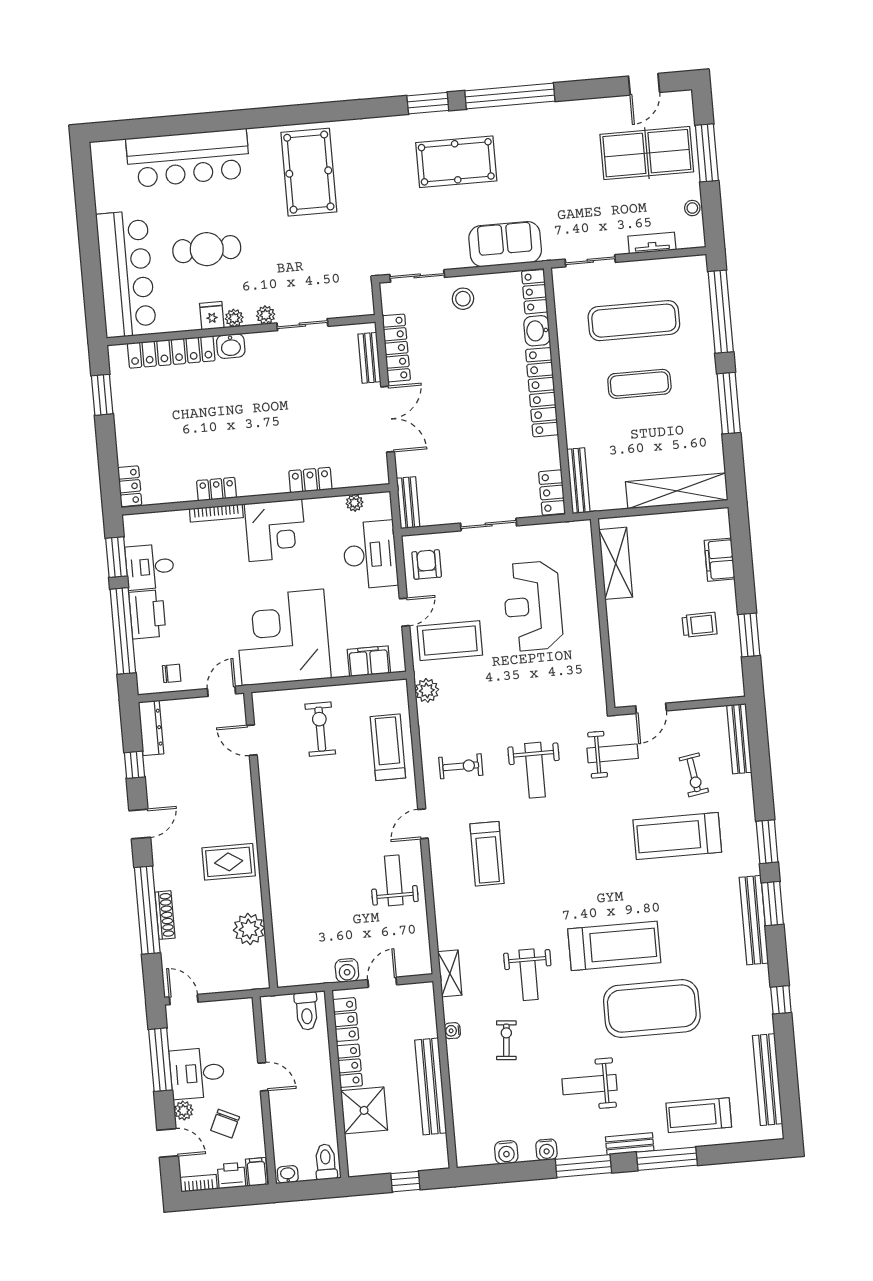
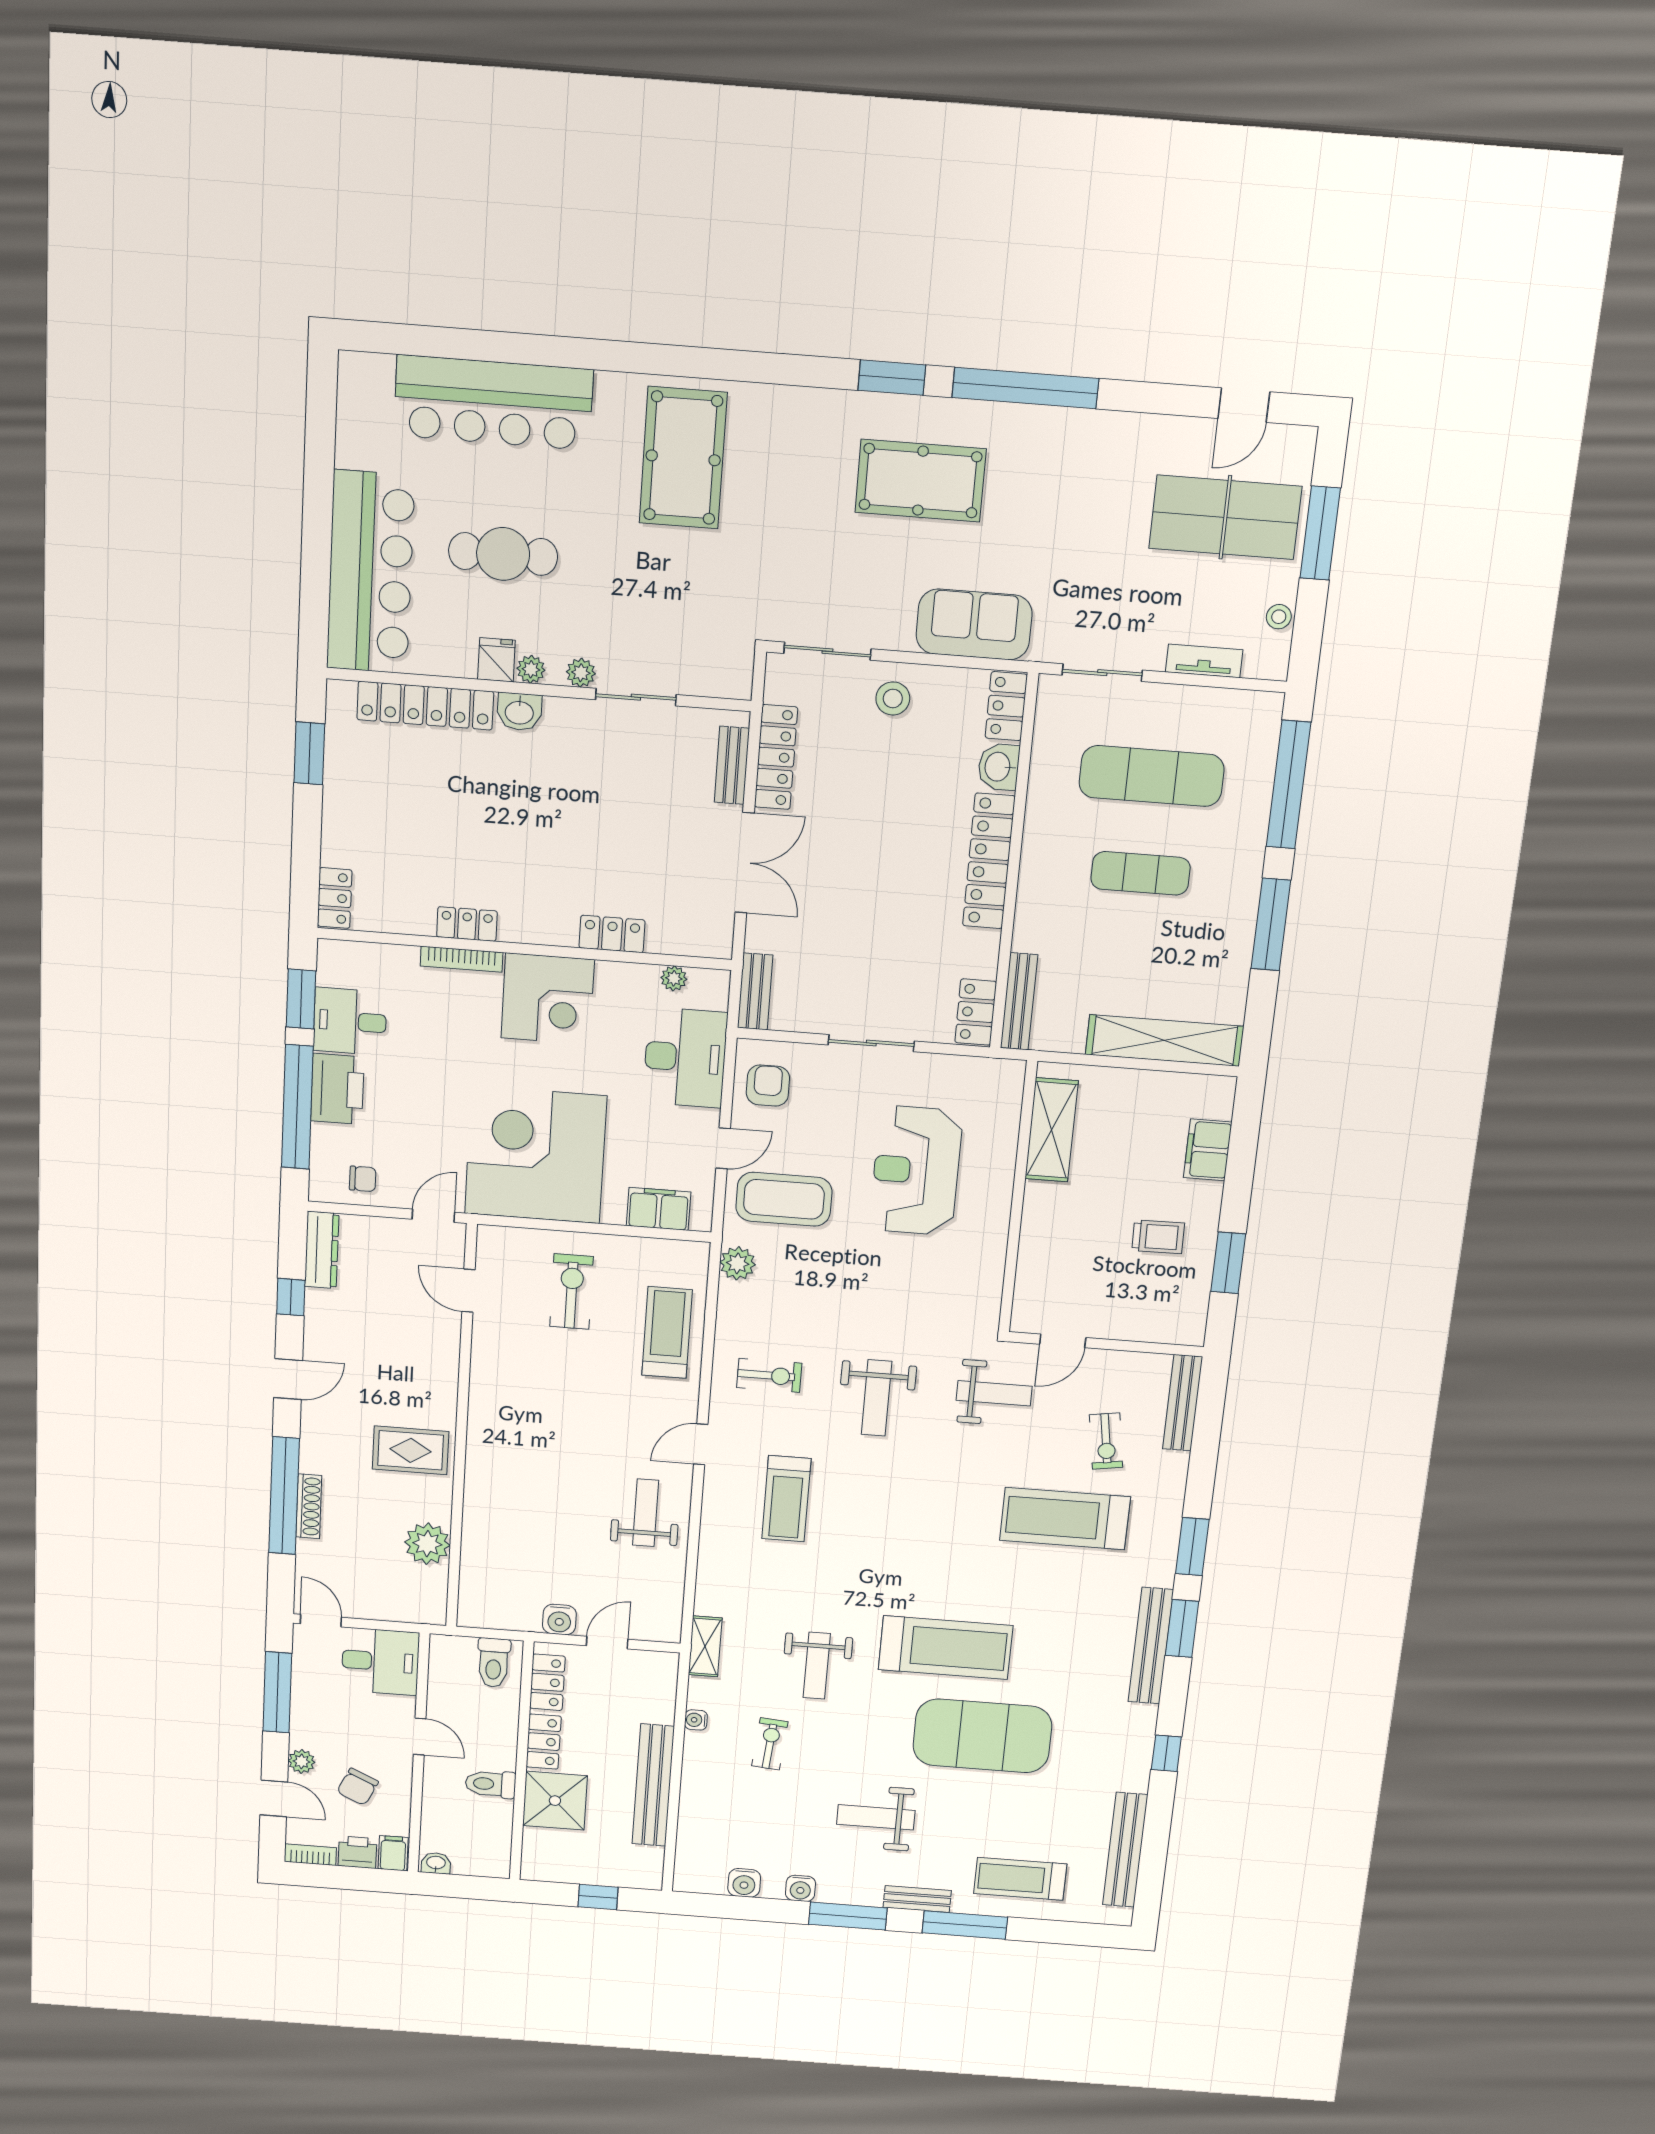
desk: (197, 1073) -> (380, 1661), moved, turned 180
toilet: (326, 1162) -> (491, 1784), moved, turned -90

